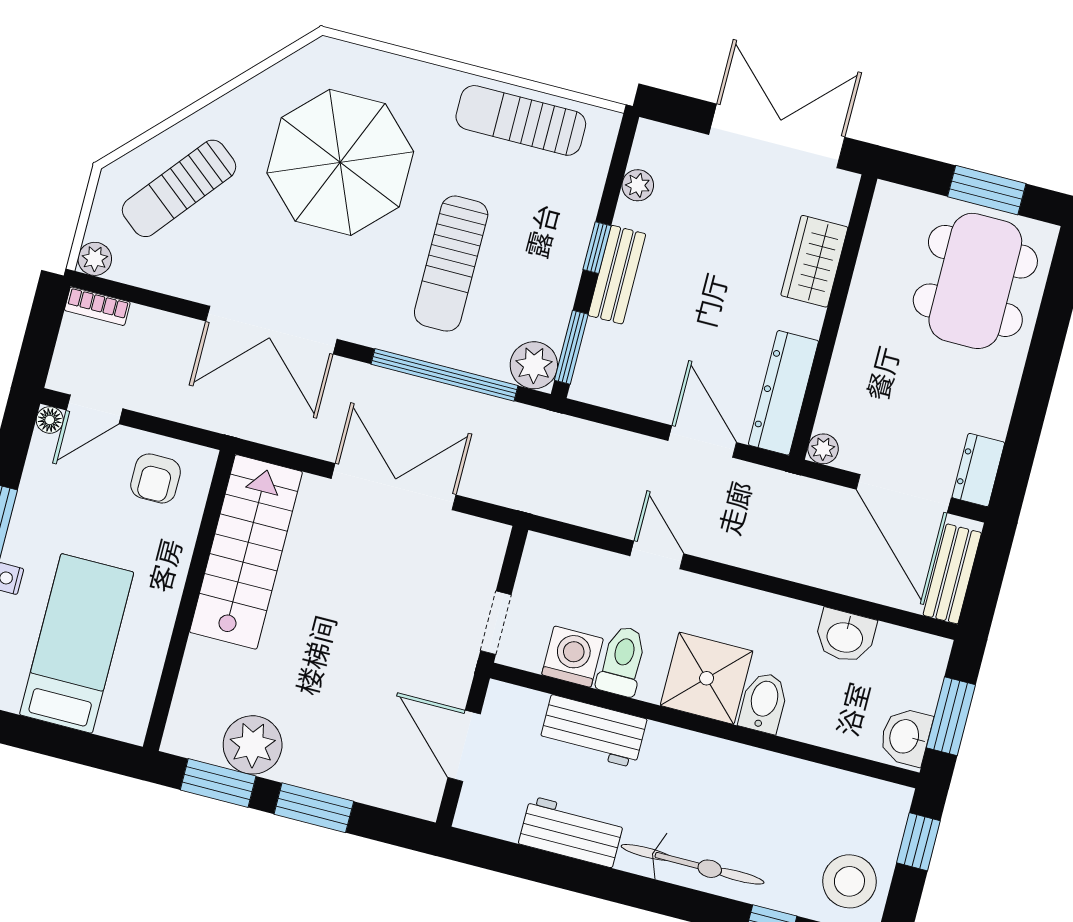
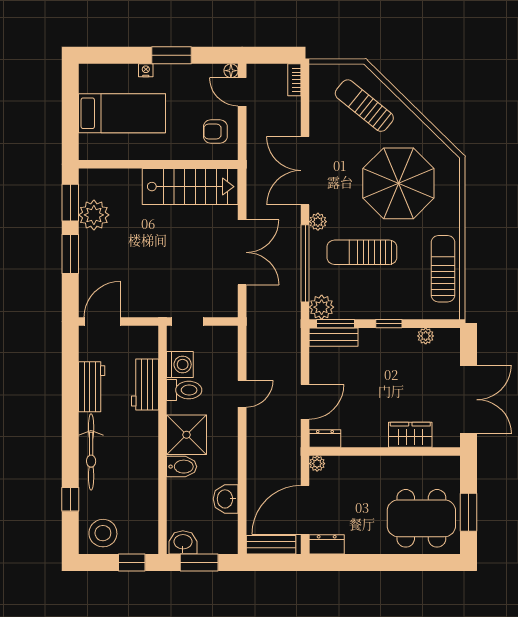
plant: (95, 259) -> (318, 222), moved
bench: (617, 275) -> (334, 337), moved
dresser: (783, 393) -> (325, 438), width x0.51, depth x0.80
door: (464, 746) -> (102, 322), moved

